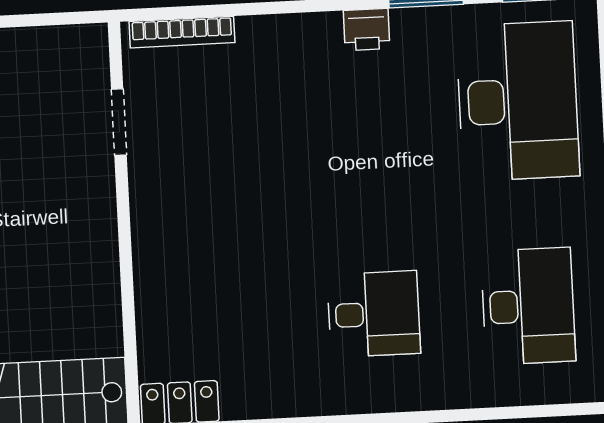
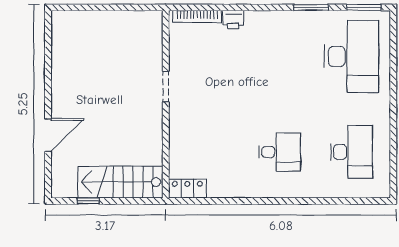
printer: (367, 30) -> (233, 20), moved
doorway: (119, 122) -> (166, 87), moved

